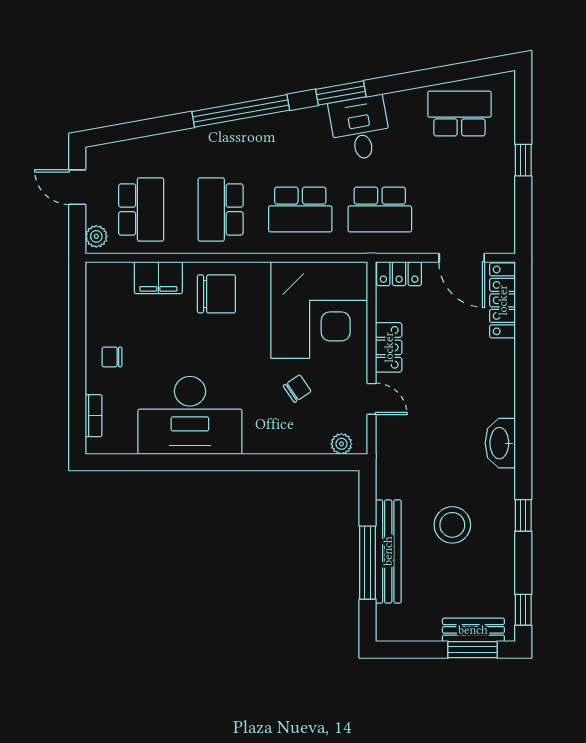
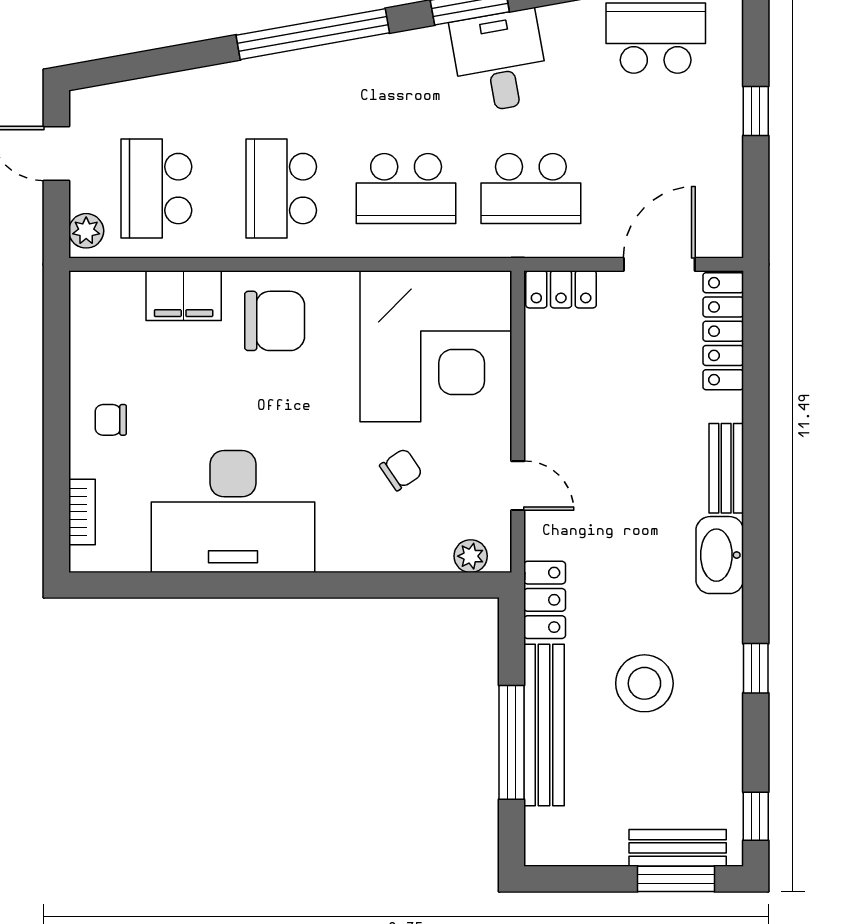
school desk: (141, 209) -> (156, 189), turned 180
door: (462, 258) -> (659, 264), swing flipped
locker: (389, 347) -> (545, 600), moved
bench: (504, 388) -> (726, 468), added

